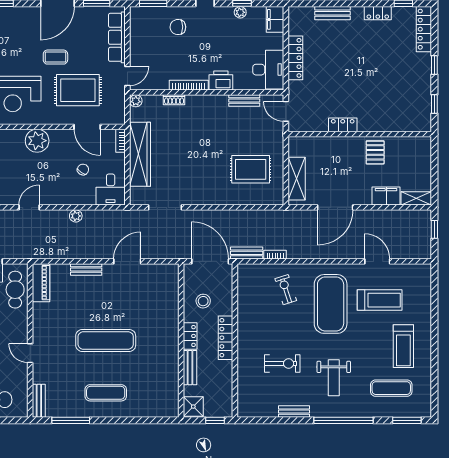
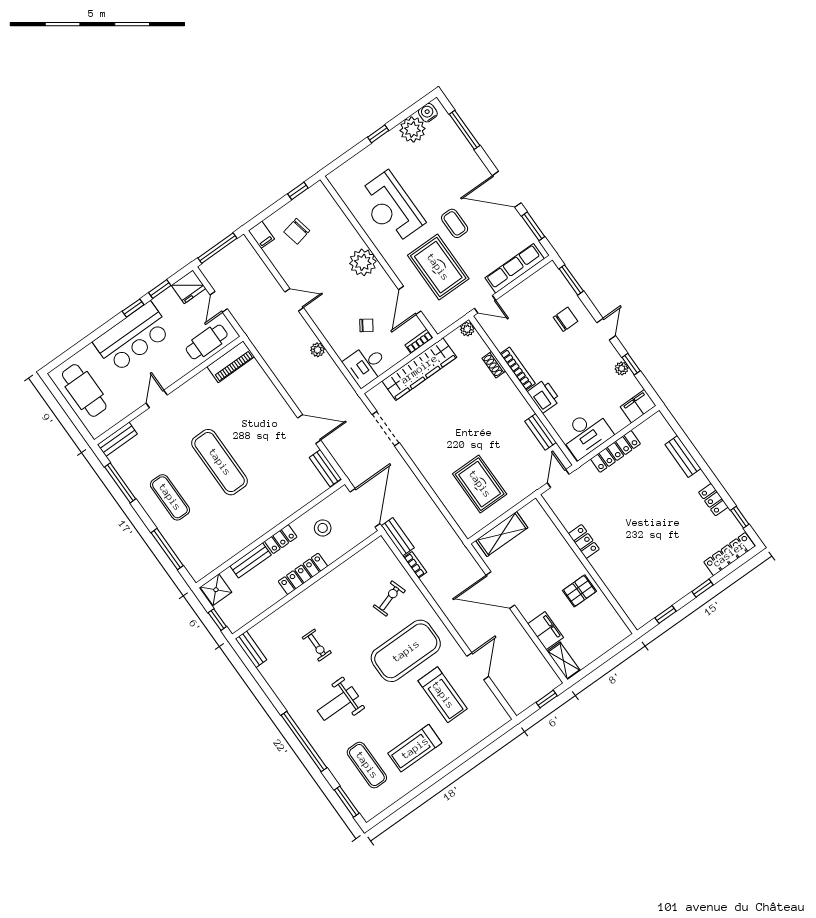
chair: (178, 27) -> (566, 319), turned 91
bench: (86, 269) -> (325, 468), moved
exercise bike: (282, 363) -> (317, 645), width x0.73, depth x0.72
bench: (294, 412) -> (251, 649), moved
window: (141, 420) -> (167, 549), added

